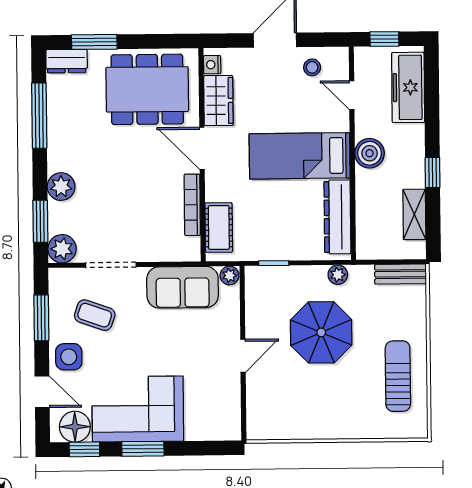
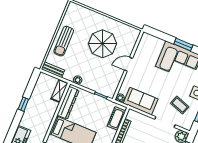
boiler: (370, 153) -> (45, 122), removed
shelving: (414, 214) -> (60, 91), moved
parasol: (321, 332) -> (103, 44), moved
sun lounger: (398, 376) -> (64, 41), moved

